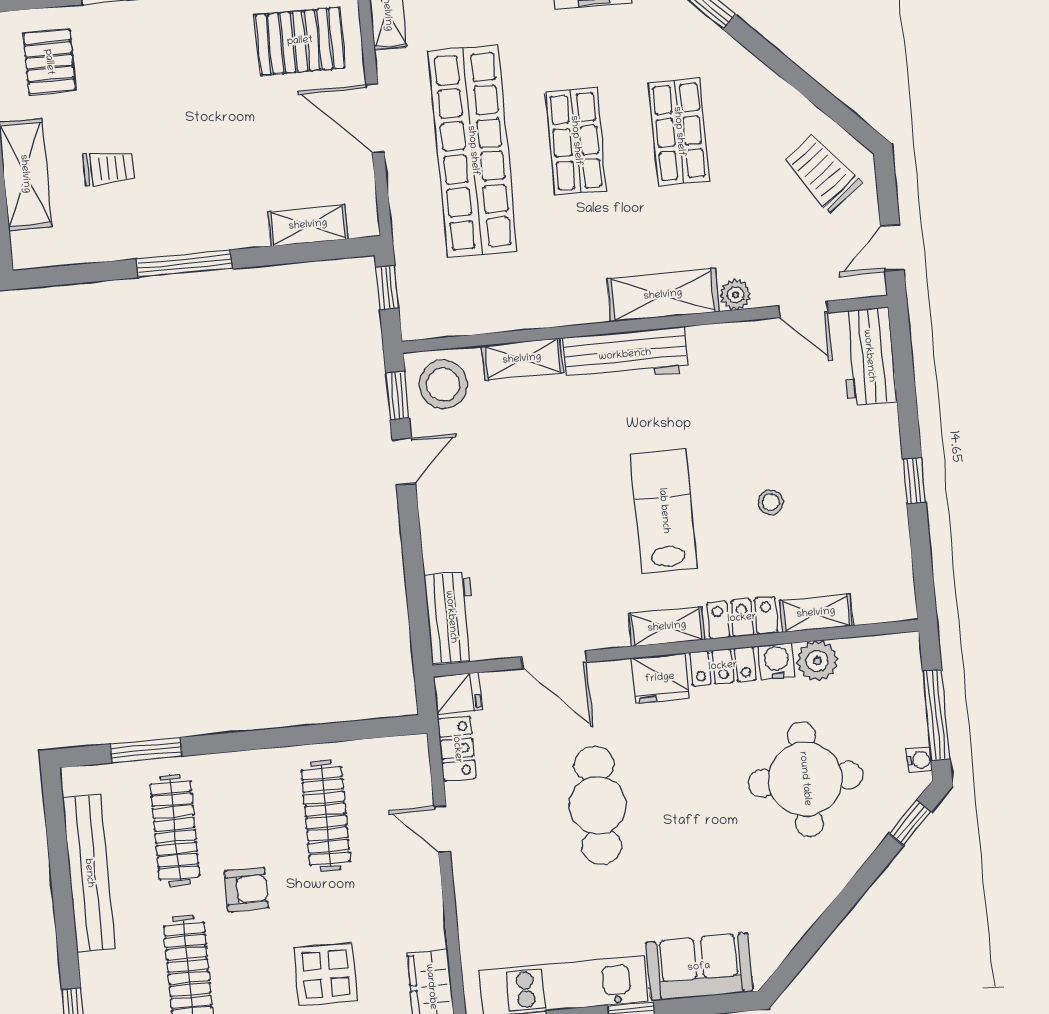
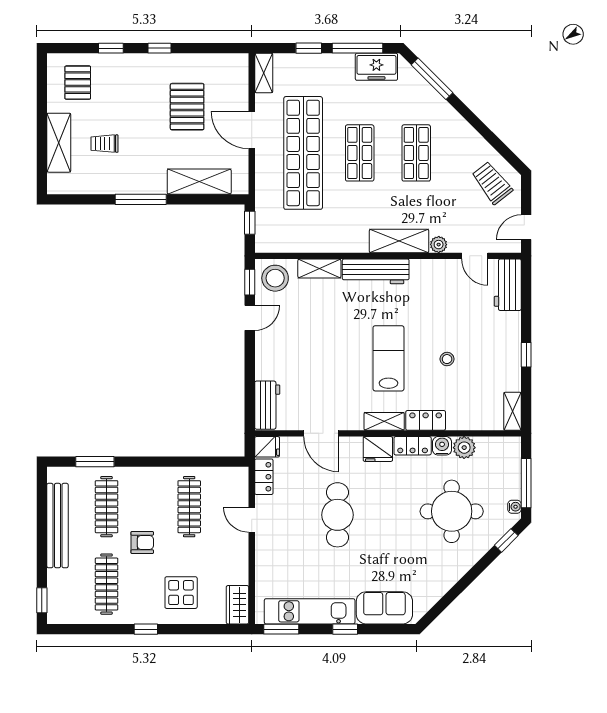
pallet: (300, 41) -> (187, 107), moved, turned 90
trolley: (109, 168) -> (104, 144), turned 180
shelving: (308, 225) -> (199, 182), width x1.50, depth x1.33
shelving: (816, 613) -> (512, 411), moved, turned 90

